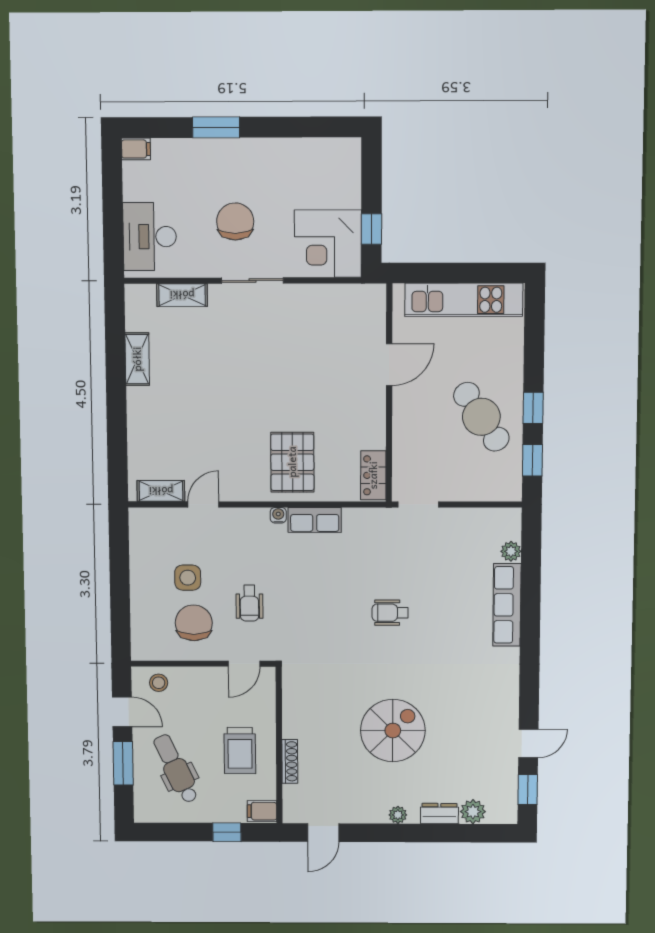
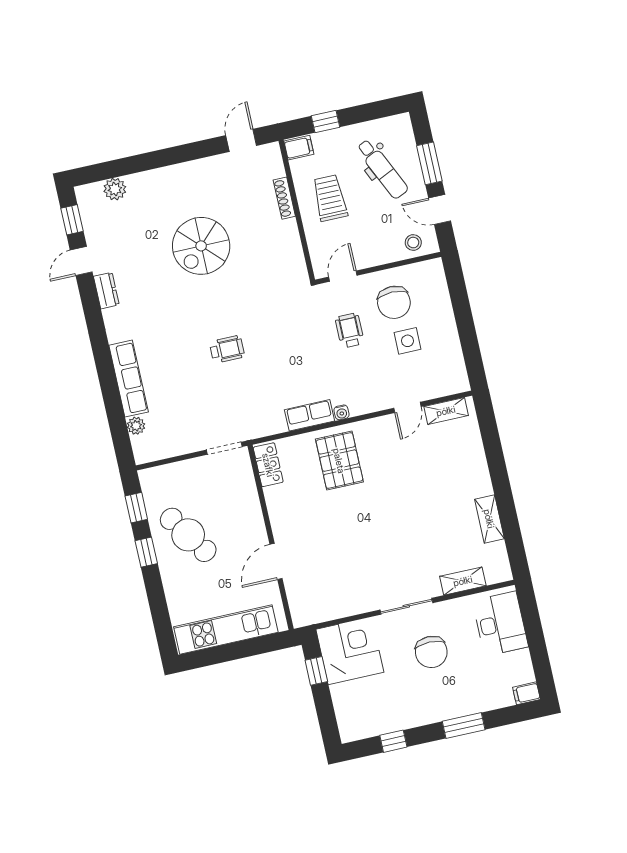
window: (301, 127) -> (393, 741), added
dresser: (439, 814) -> (106, 291), moved, turned -90
plant: (398, 815) -> (180, 171), removed

